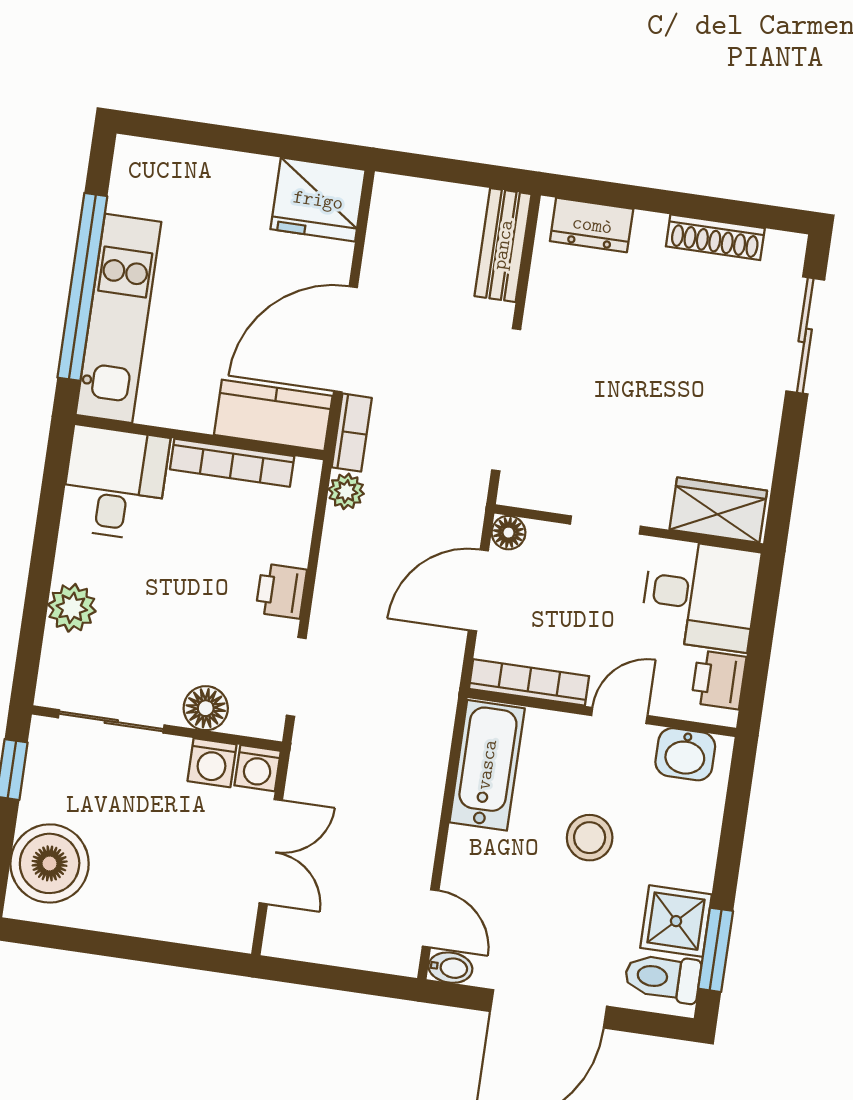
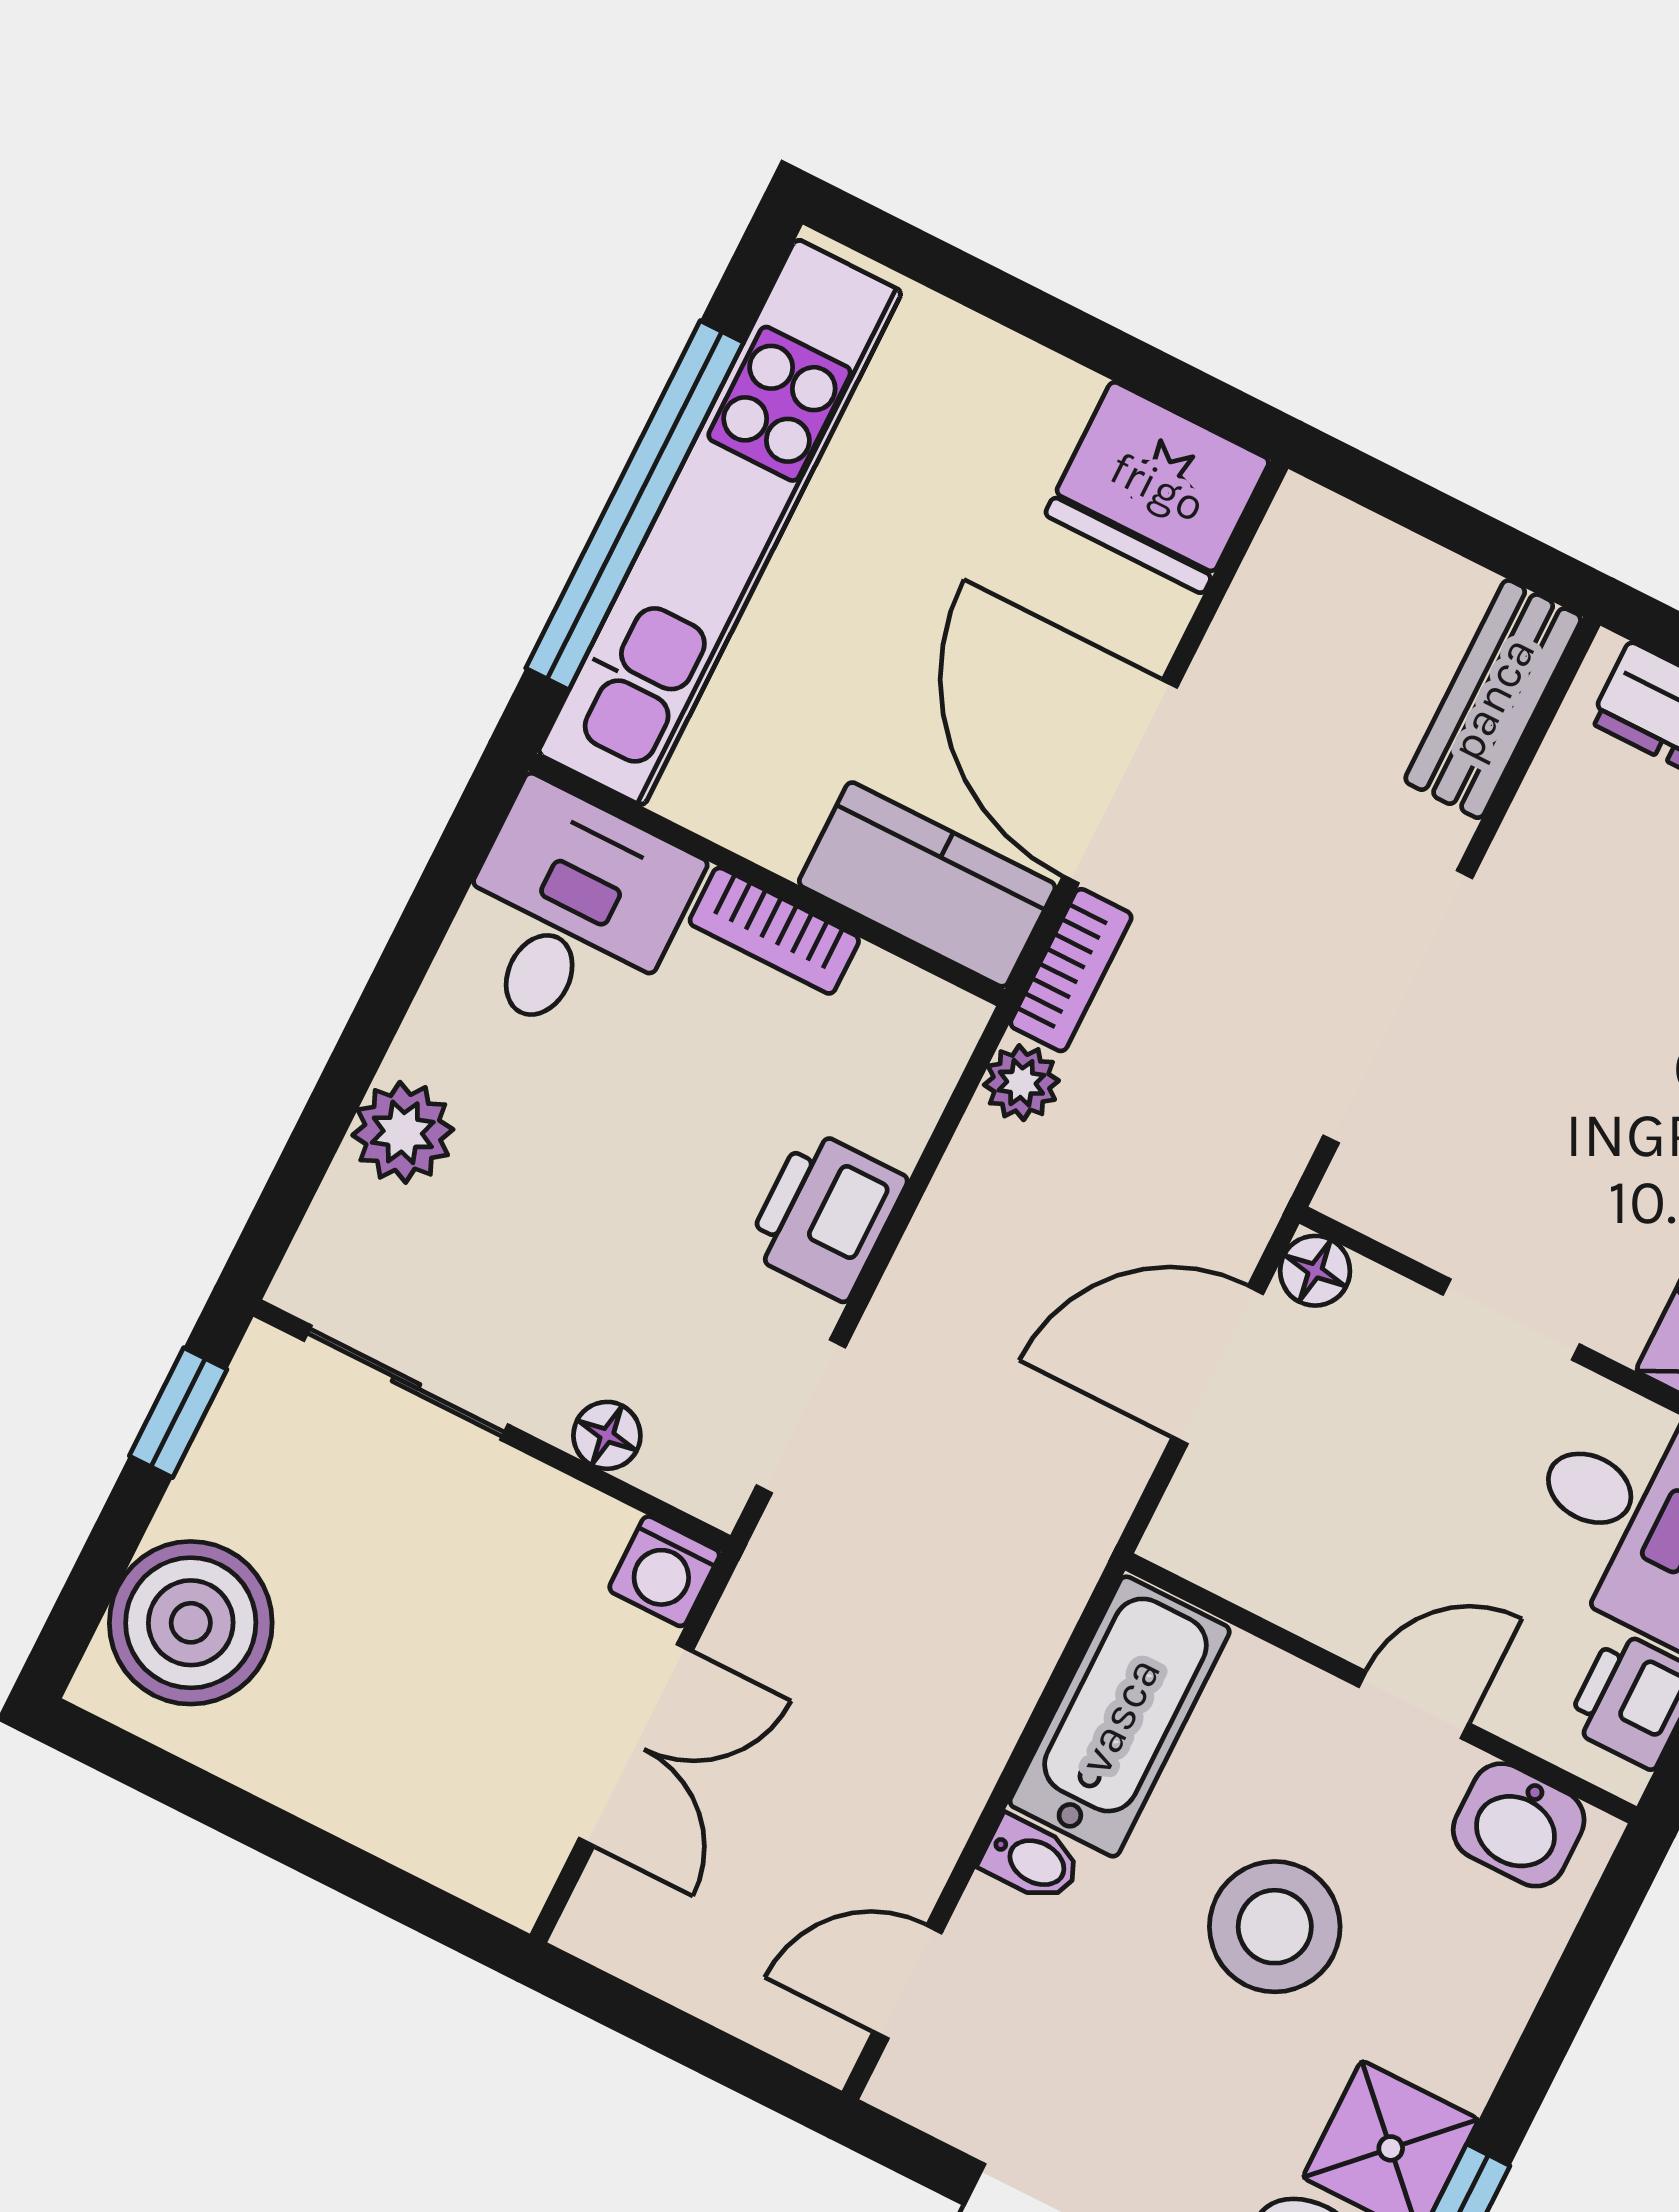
kitchen unit: (118, 318) -> (720, 522), width x1.36
door: (346, 339) -> (1120, 782), hinge flipped
bookcase: (232, 463) -> (774, 931), width x0.64
printer: (281, 591) -> (826, 1215), width x1.36, depth x1.24
bookcase: (529, 682) -> (1257, 1580), removed
floor lamp: (206, 708) -> (607, 1435), width x0.73, depth x0.73
washing machine: (212, 763) -> (578, 1531), removed
stool: (590, 838) -> (1275, 1927), width x1.38, depth x1.38
door: (431, 919) -> (907, 1982), swing flipped
bidet: (450, 968) -> (1031, 1860), moved

